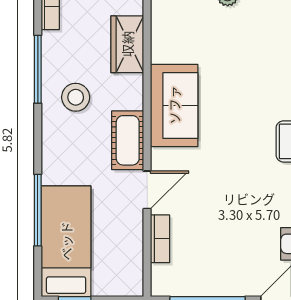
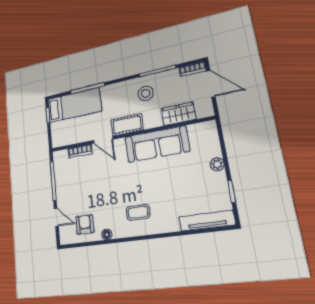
sofa: (174, 105) -> (157, 144), width x1.36

